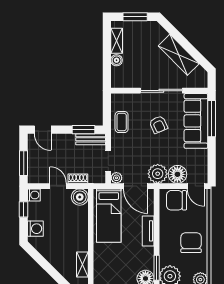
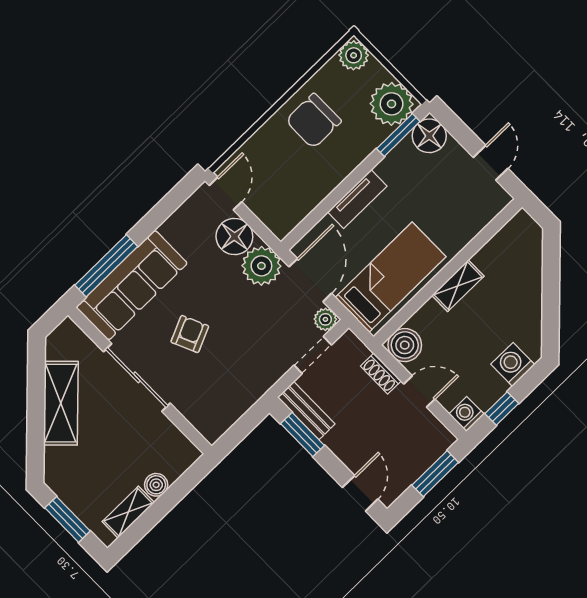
coffee table: (122, 122) -> (238, 391), removed
door: (58, 186) -> (419, 392), swing flipped
chair: (176, 200) -> (273, 201), removed
shelving: (82, 264) -> (458, 286), moved

